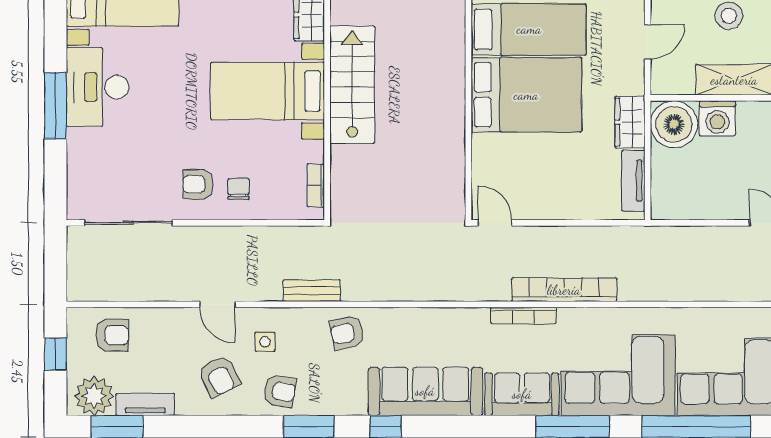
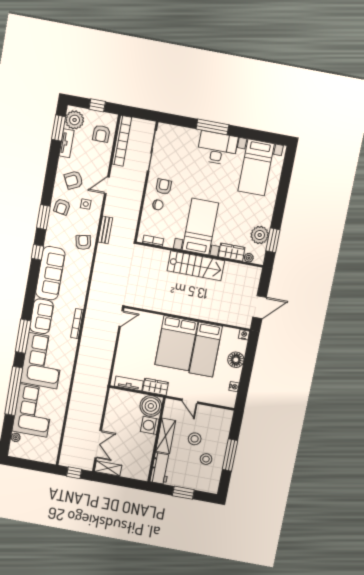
bookcase: (564, 290) -> (122, 141), moved

